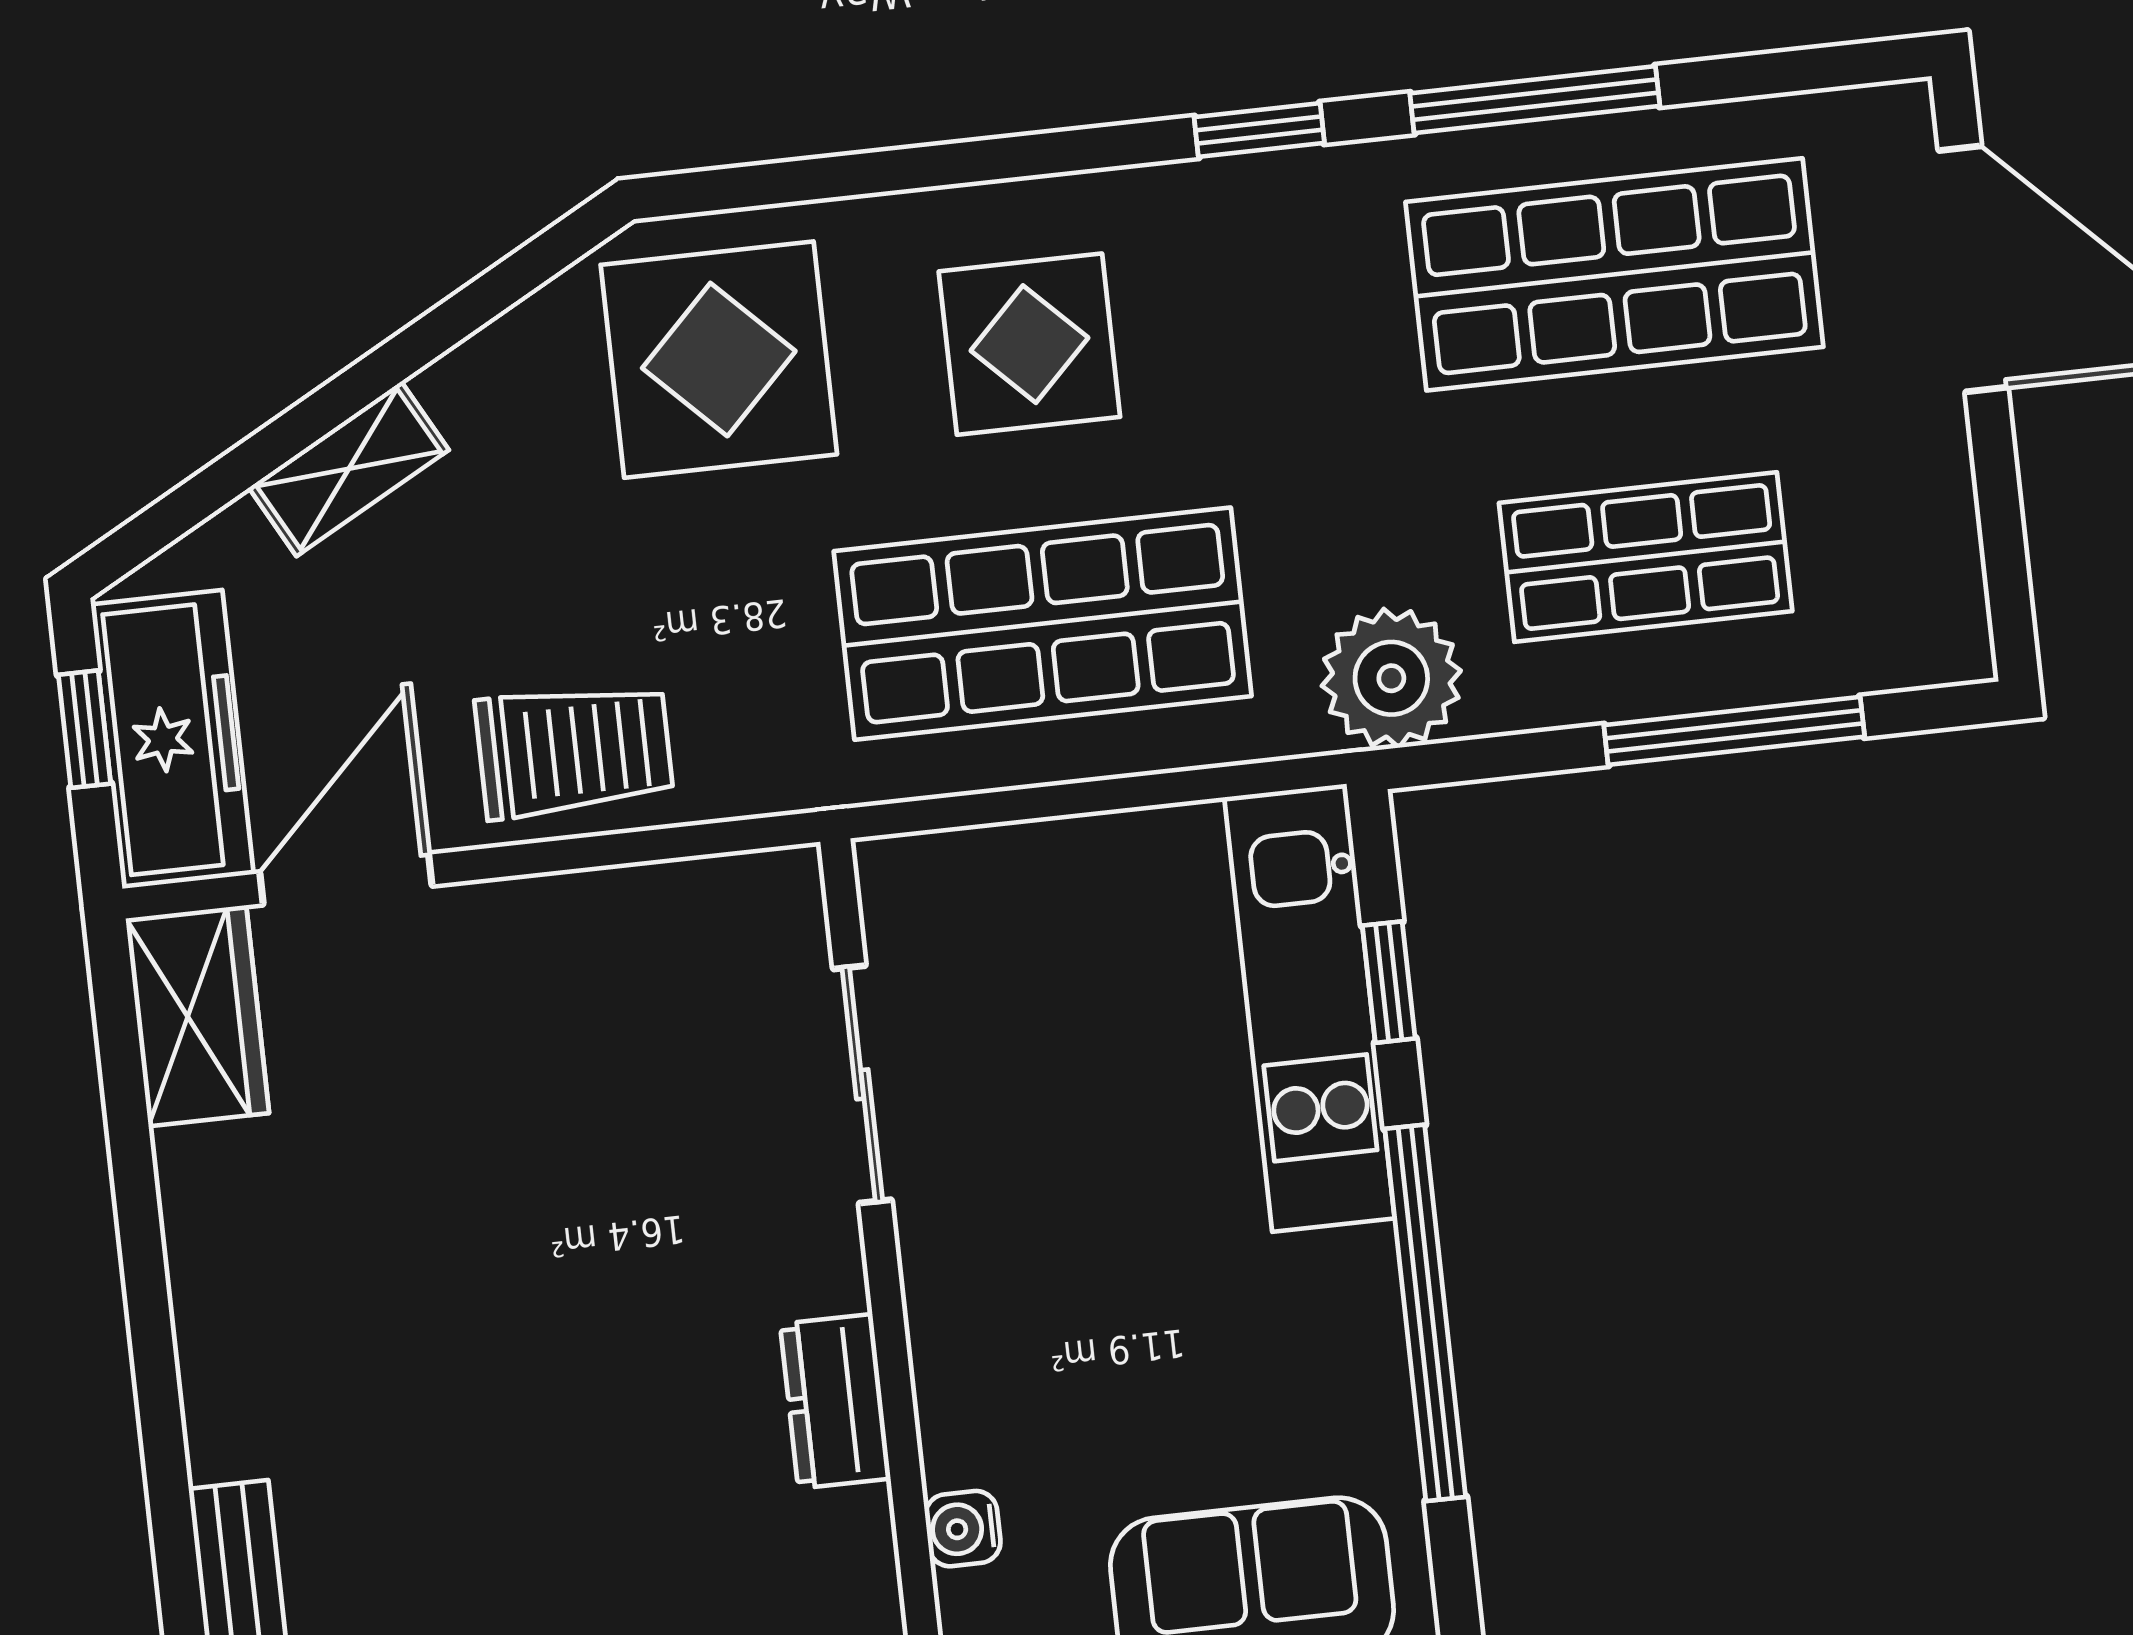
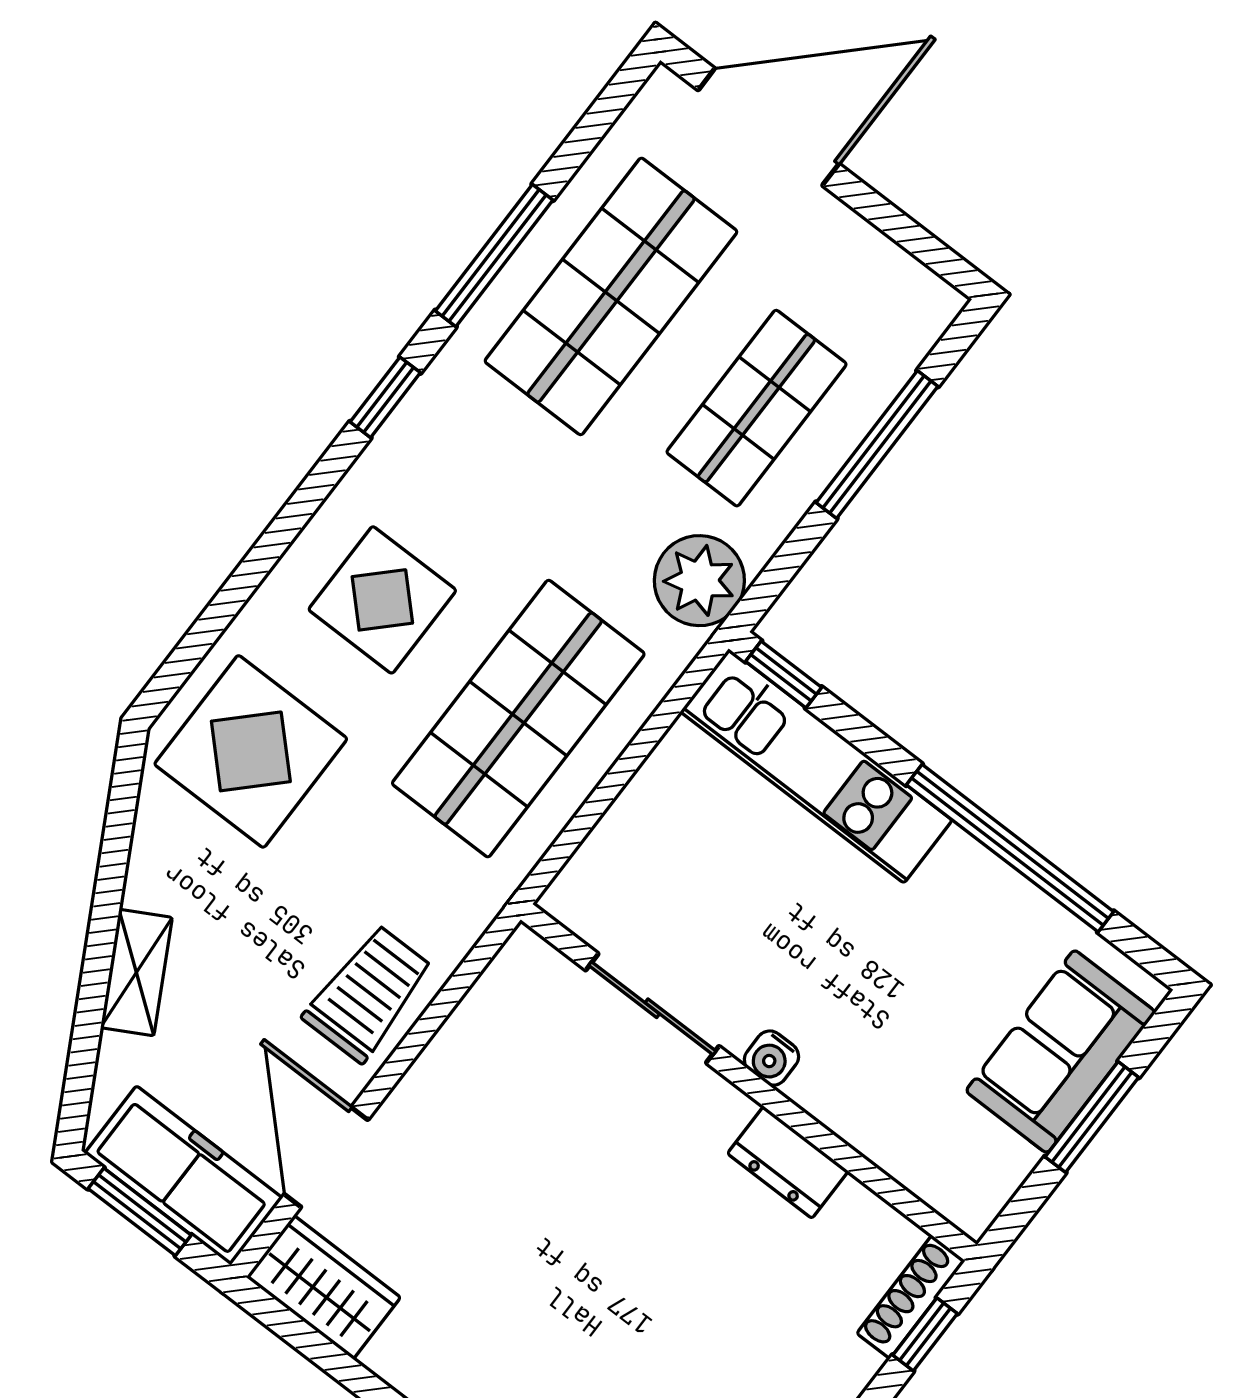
window: (85, 729) -> (140, 1212), width x1.50
window: (1389, 982) -> (784, 674), moved
water cooler: (963, 1529) -> (771, 1058), moved

